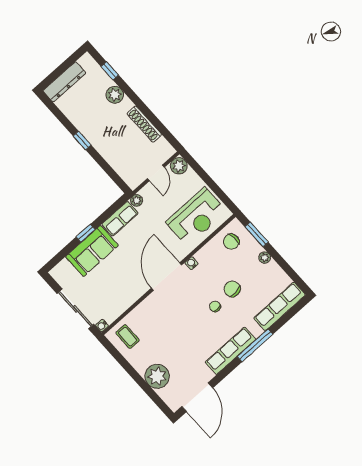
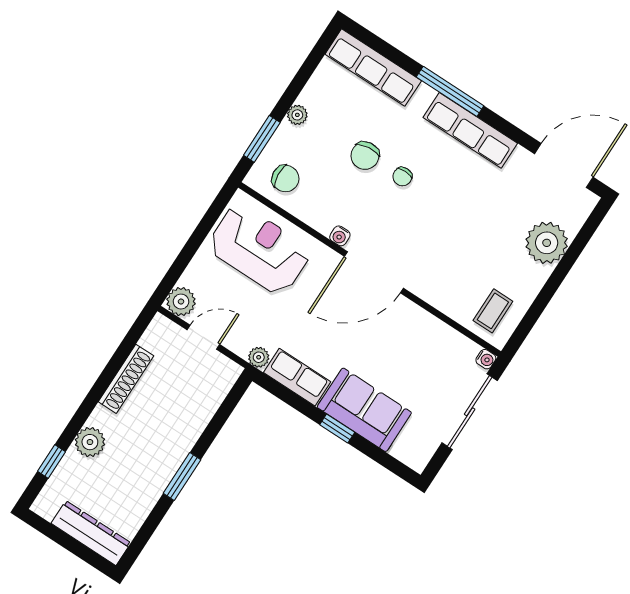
window: (82, 140) -> (182, 477), width x1.50

